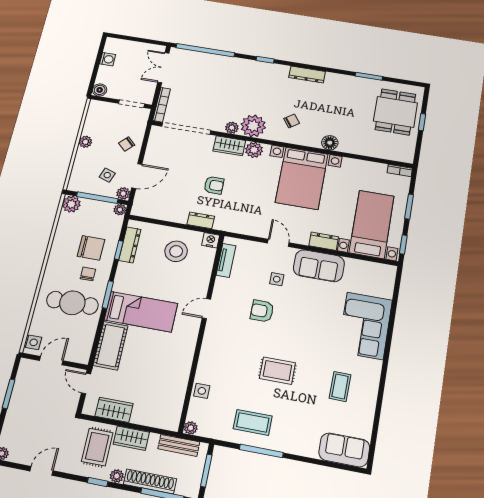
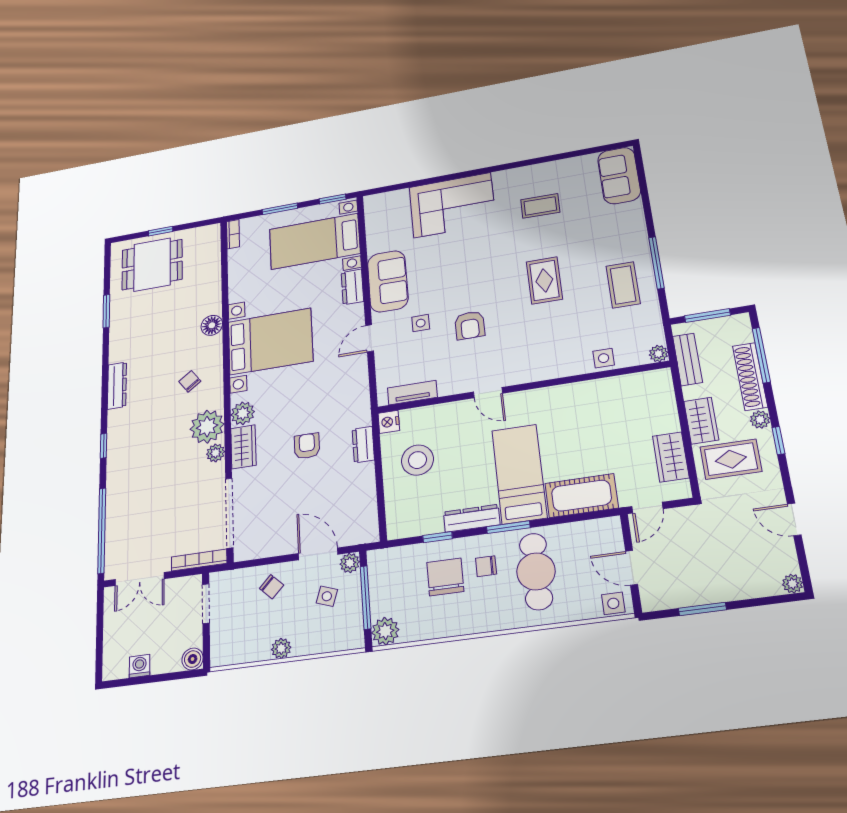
plant: (120, 210) -> (376, 558), removed
dresser: (130, 245) -> (472, 518), moved

